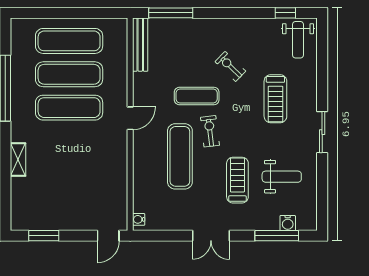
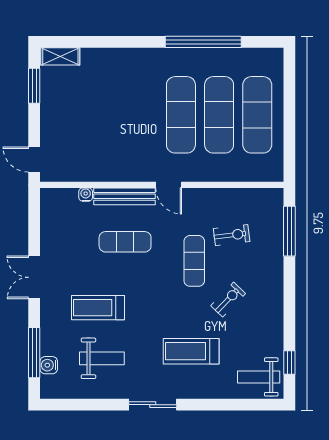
bench: (140, 45) -> (125, 196), moved
exercise bike: (210, 131) -> (232, 235), moved
exercise mat: (180, 156) -> (125, 242), width x0.73, depth x0.69
shelving: (18, 160) -> (60, 56), moved
weight bench: (282, 177) -> (102, 358), turned -90
treadmill: (237, 180) -> (98, 308), turned 180
water cooler: (139, 219) -> (86, 195), moved

